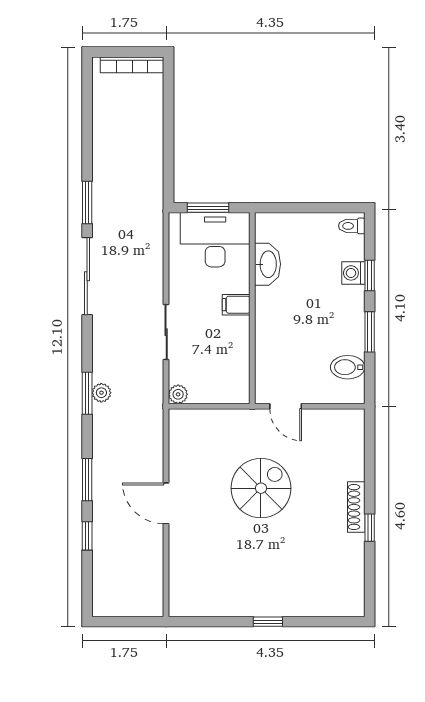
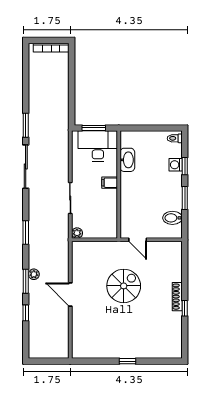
plant: (101, 393) -> (34, 274), moved

